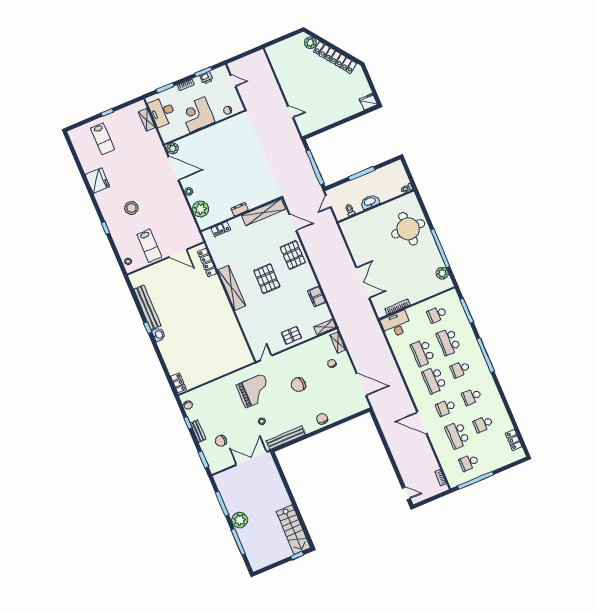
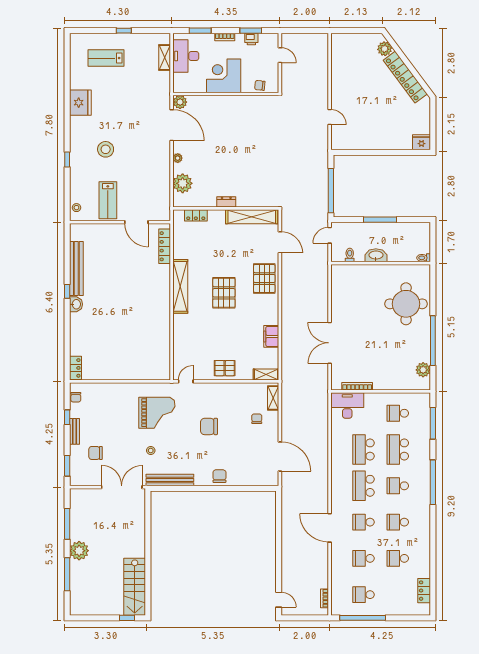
lab bench: (103, 139) -> (106, 58), turned 90
double door: (363, 283) -> (330, 343), swing flipped
school desk: (457, 435) -> (363, 558), width x0.54

